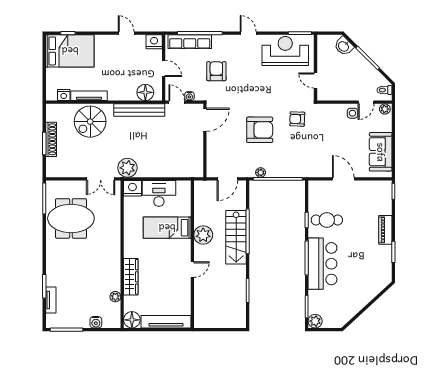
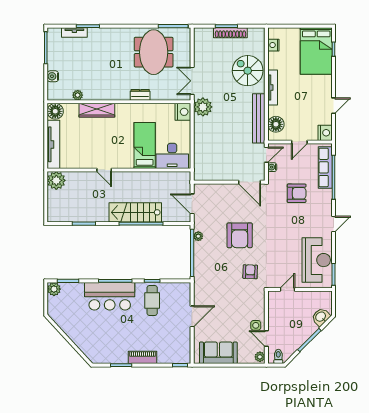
tv unit: (89, 96) -> (273, 88), moved
desk: (159, 193) -> (172, 156), moved, turned 90
dresser: (115, 232) -> (140, 95), added
plant: (203, 235) -> (56, 180), moved

